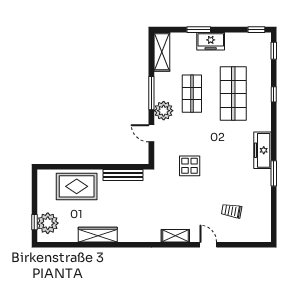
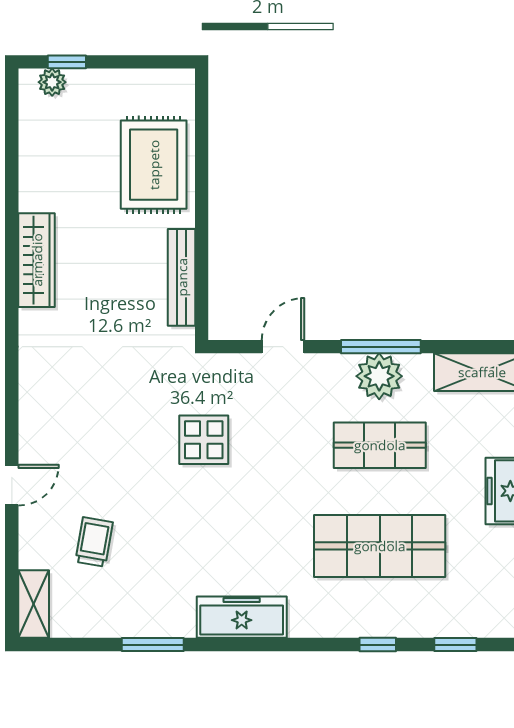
window: (274, 51) -> (455, 645), moved
plant: (164, 111) -> (379, 376), moved
window: (274, 173) -> (153, 645), moved
plant: (48, 223) -> (52, 82), width x0.53, depth x0.53
wardrobe: (98, 235) -> (37, 260), moved
shelving: (175, 236) -> (34, 604), moved

